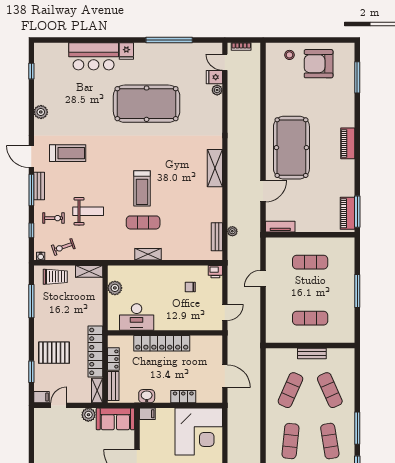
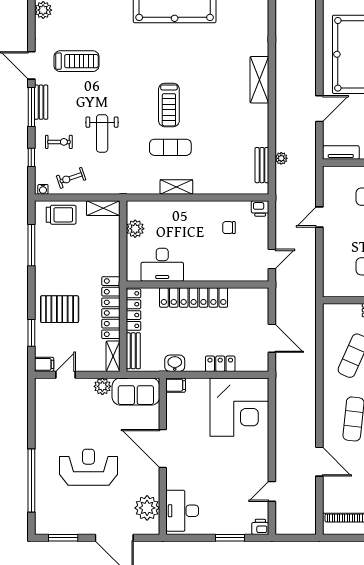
weight bench: (88, 211) -> (102, 133), turned 90
locker: (113, 359) -> (133, 310), width x1.53

